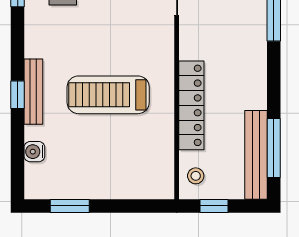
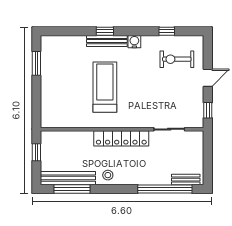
locker: (191, 105) -> (121, 138), moved
water cooler: (34, 152) -> (134, 42), moved
stool: (196, 176) -> (108, 175), moved

